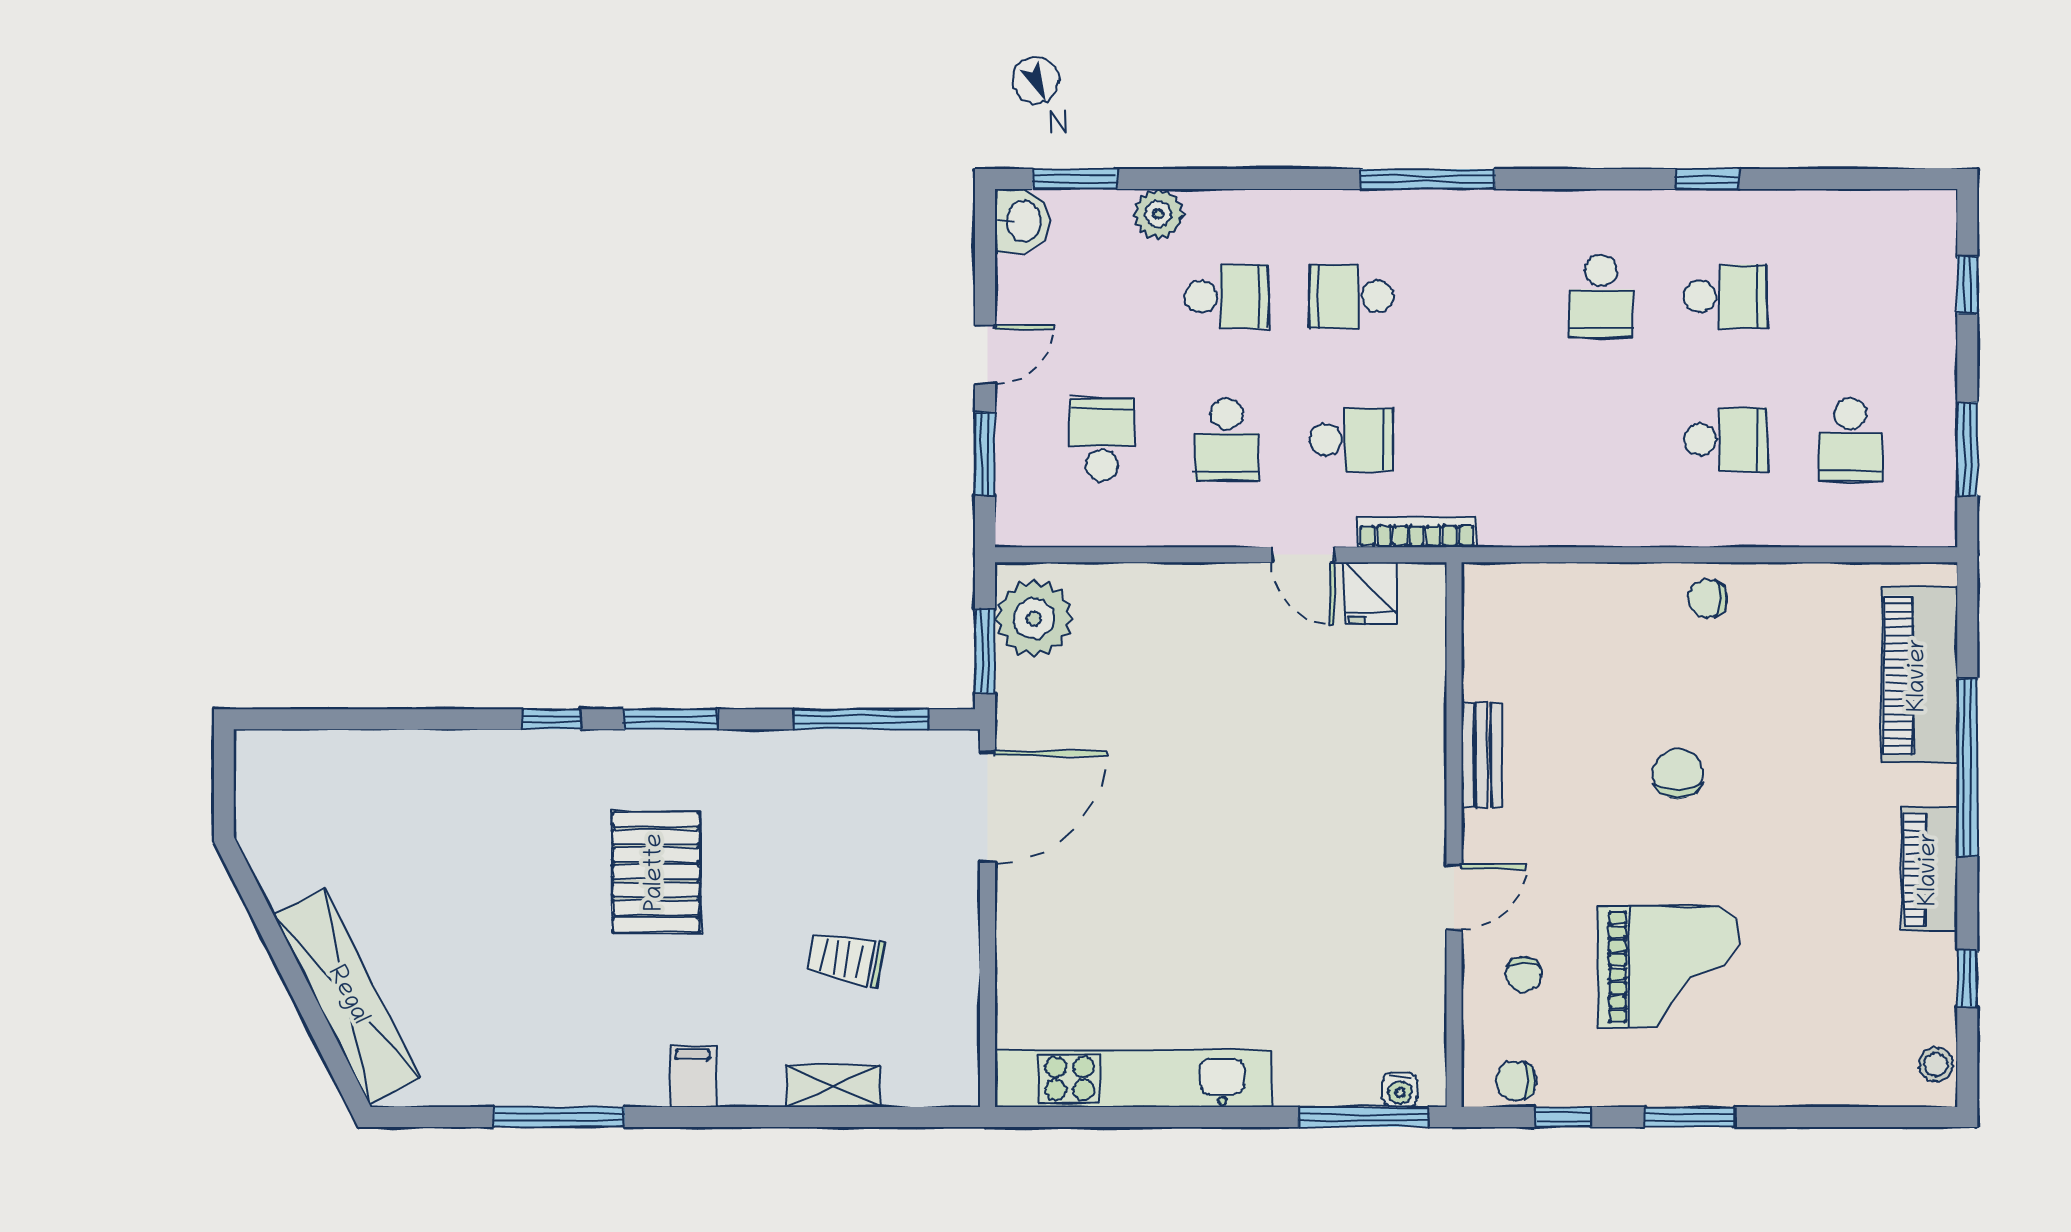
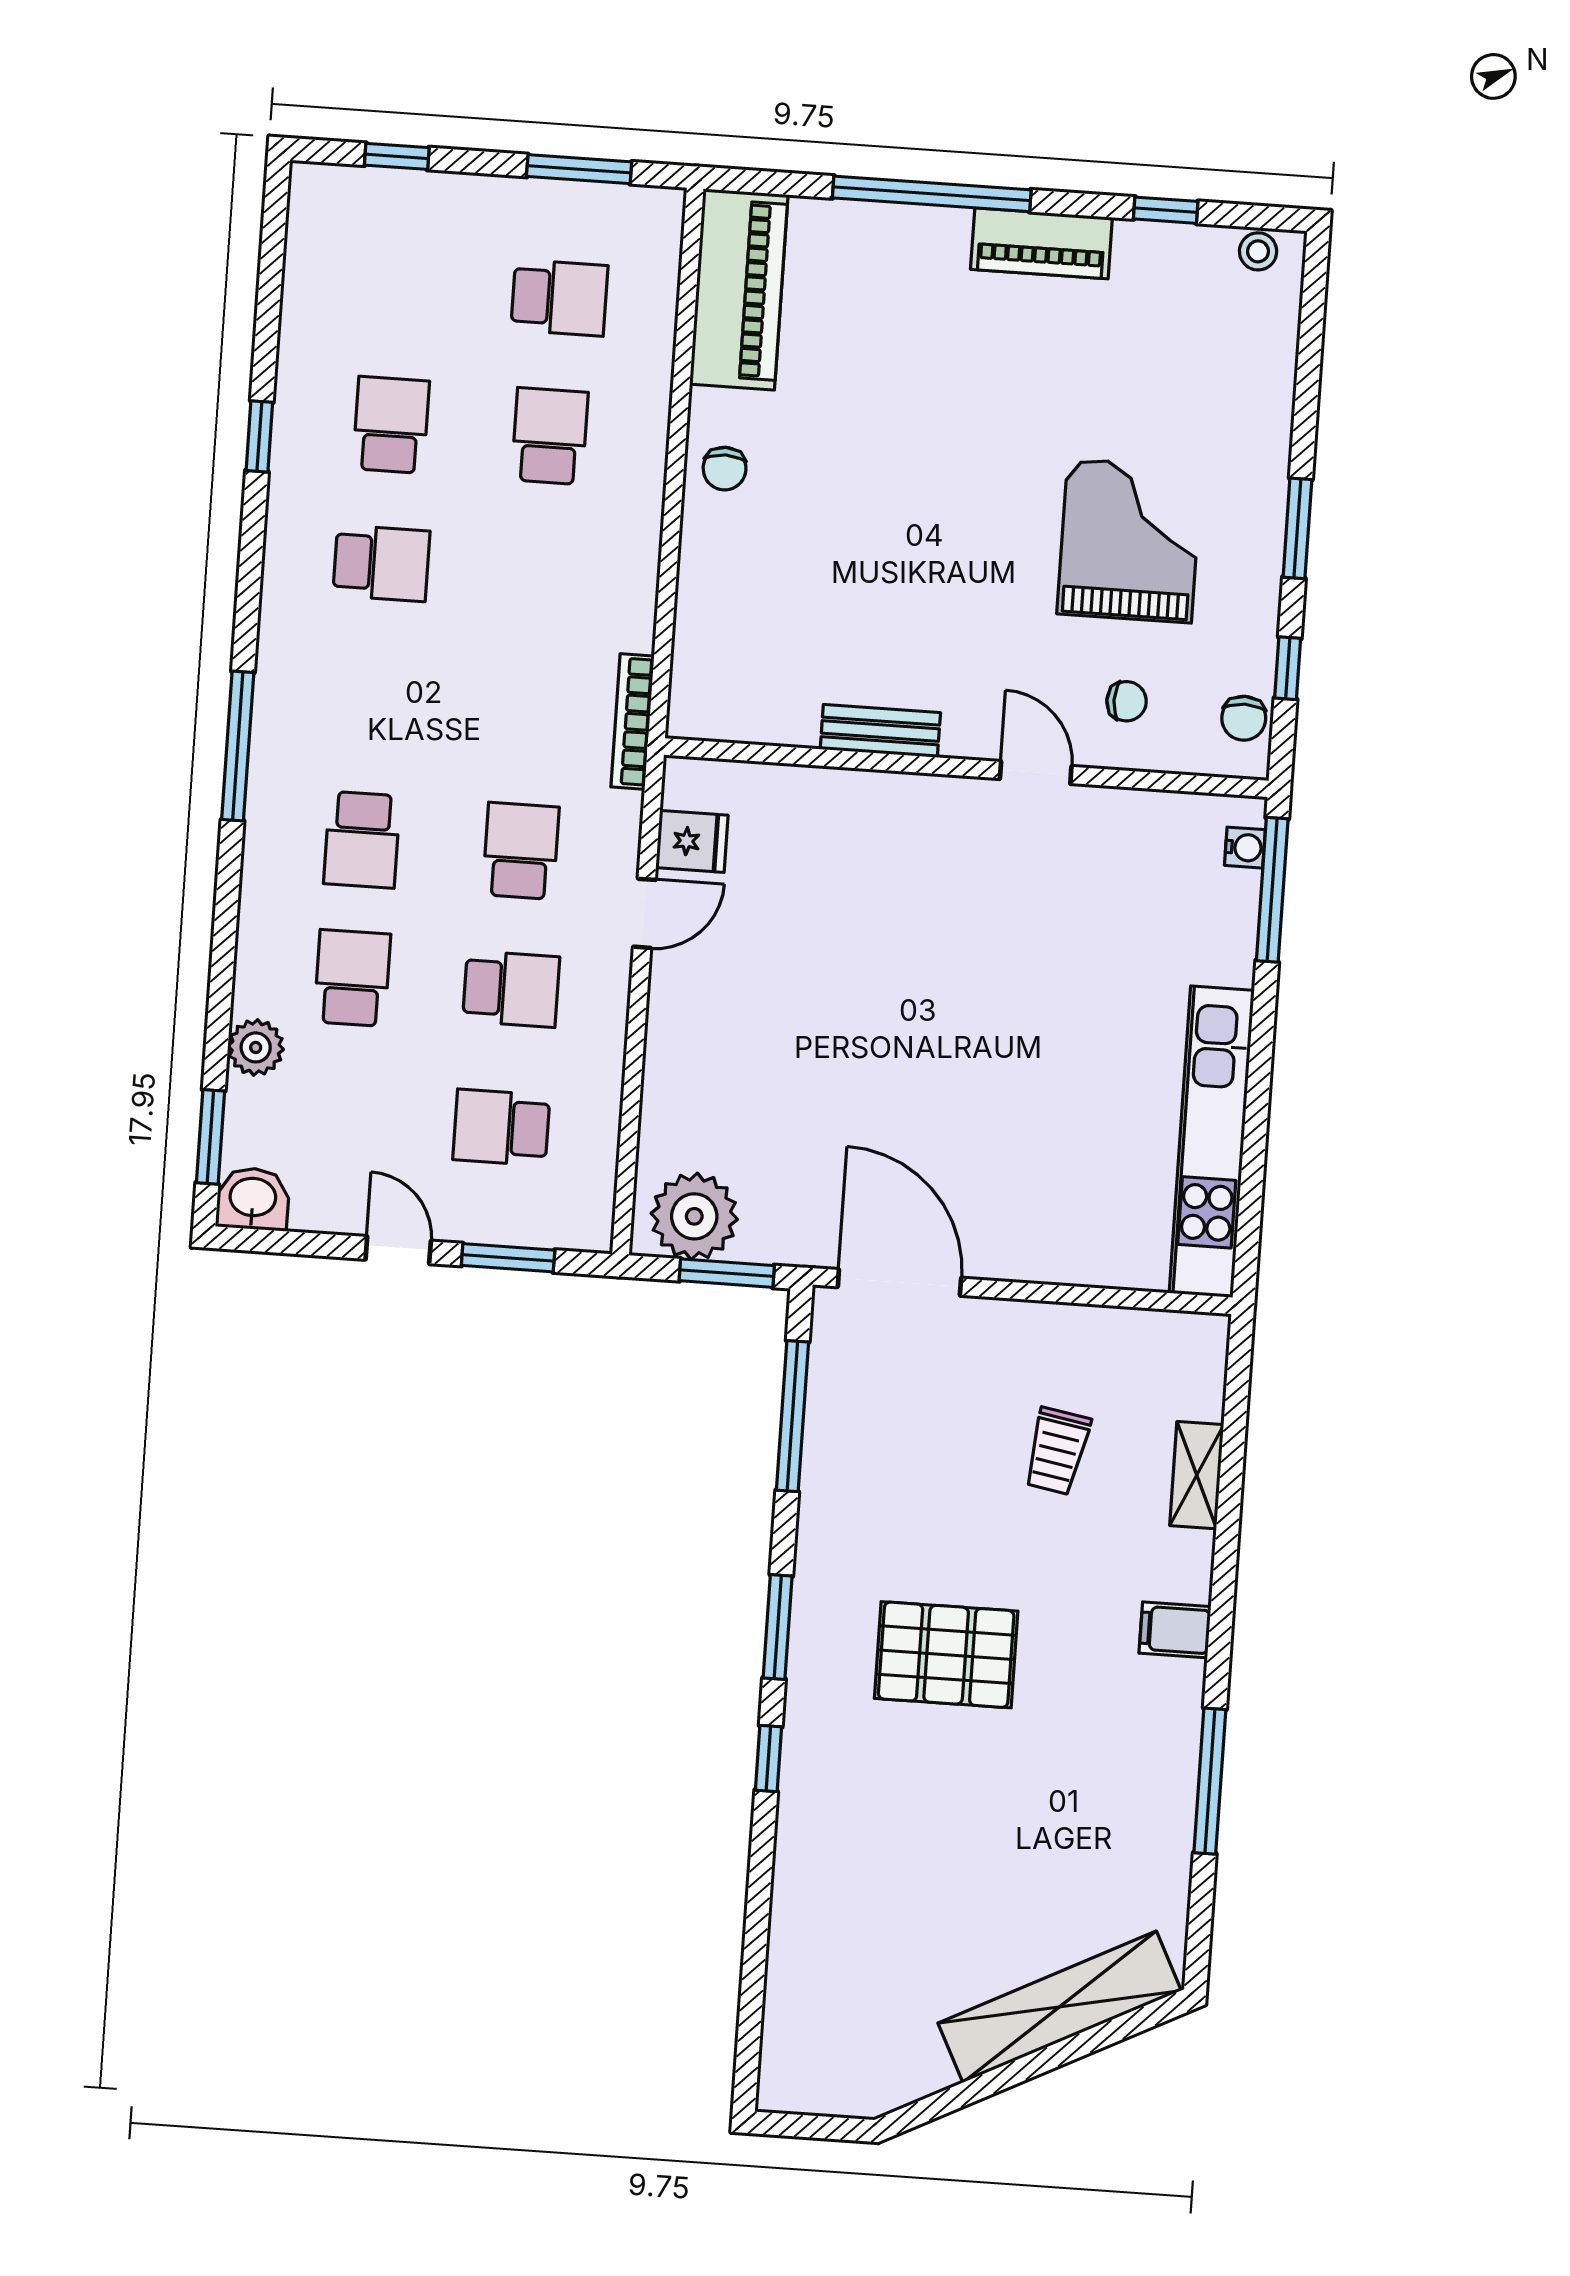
bookcase: (1417, 532) -> (632, 721), moved
piano: (1919, 675) -> (739, 289), moved, turned -90
chair: (1678, 774) -> (916, 515), removed

